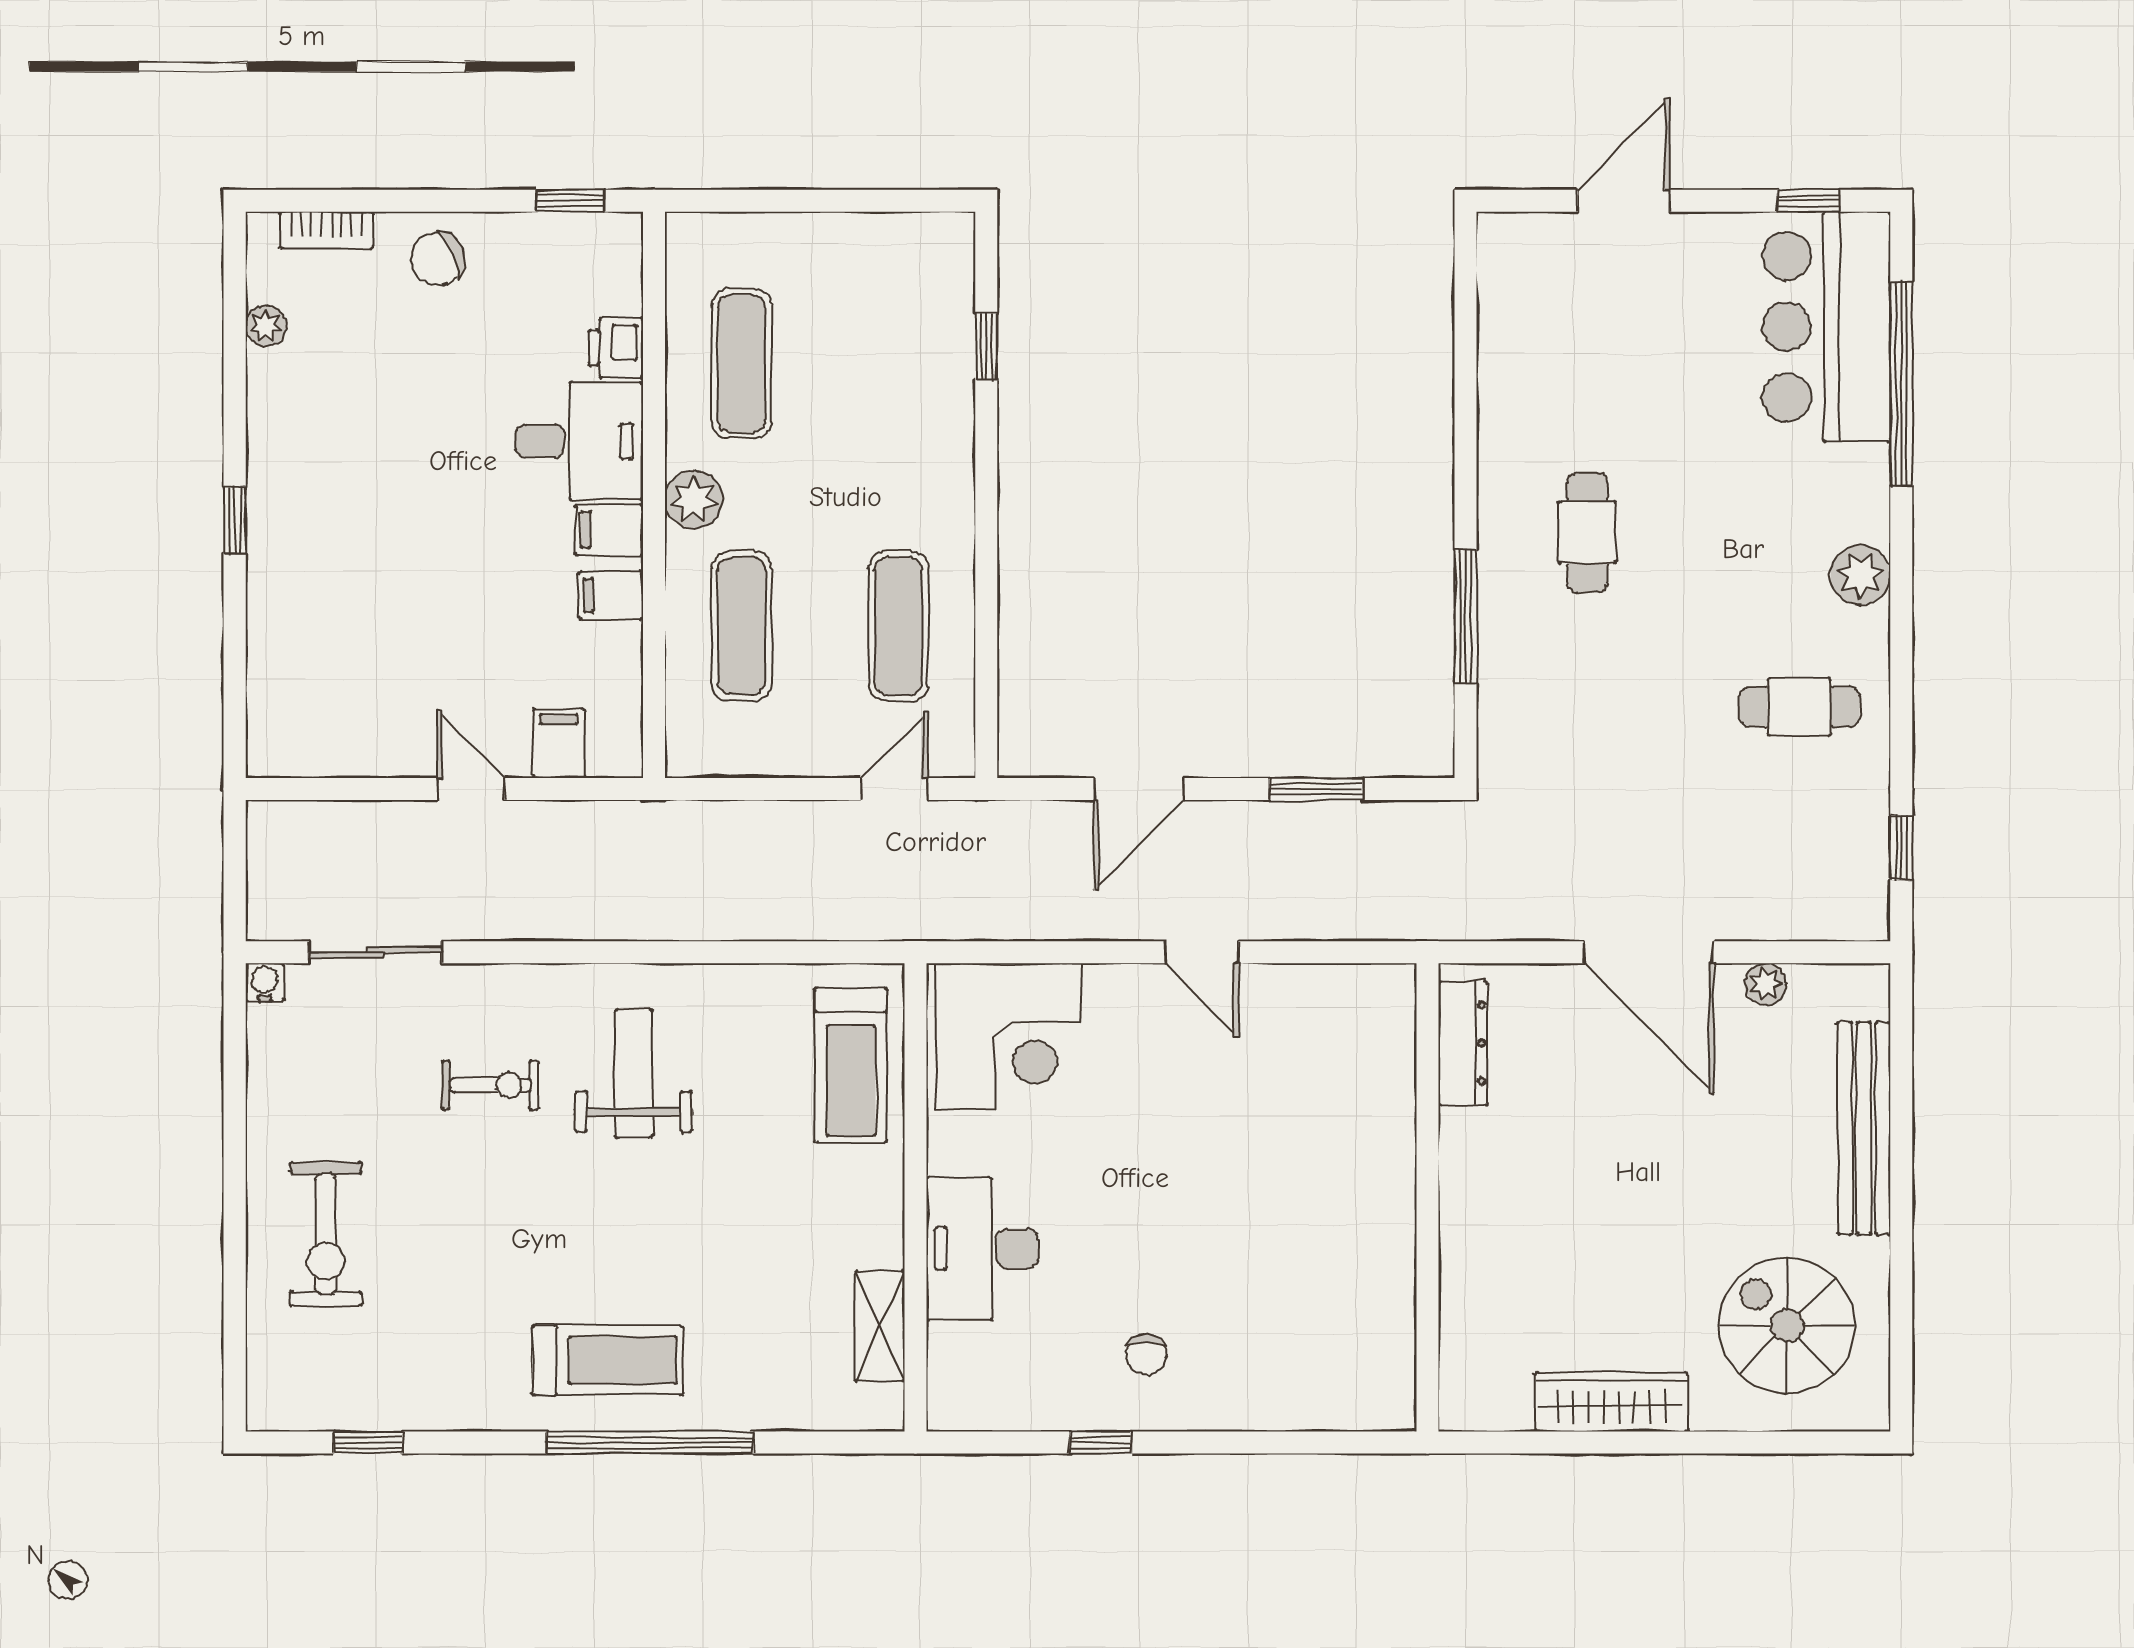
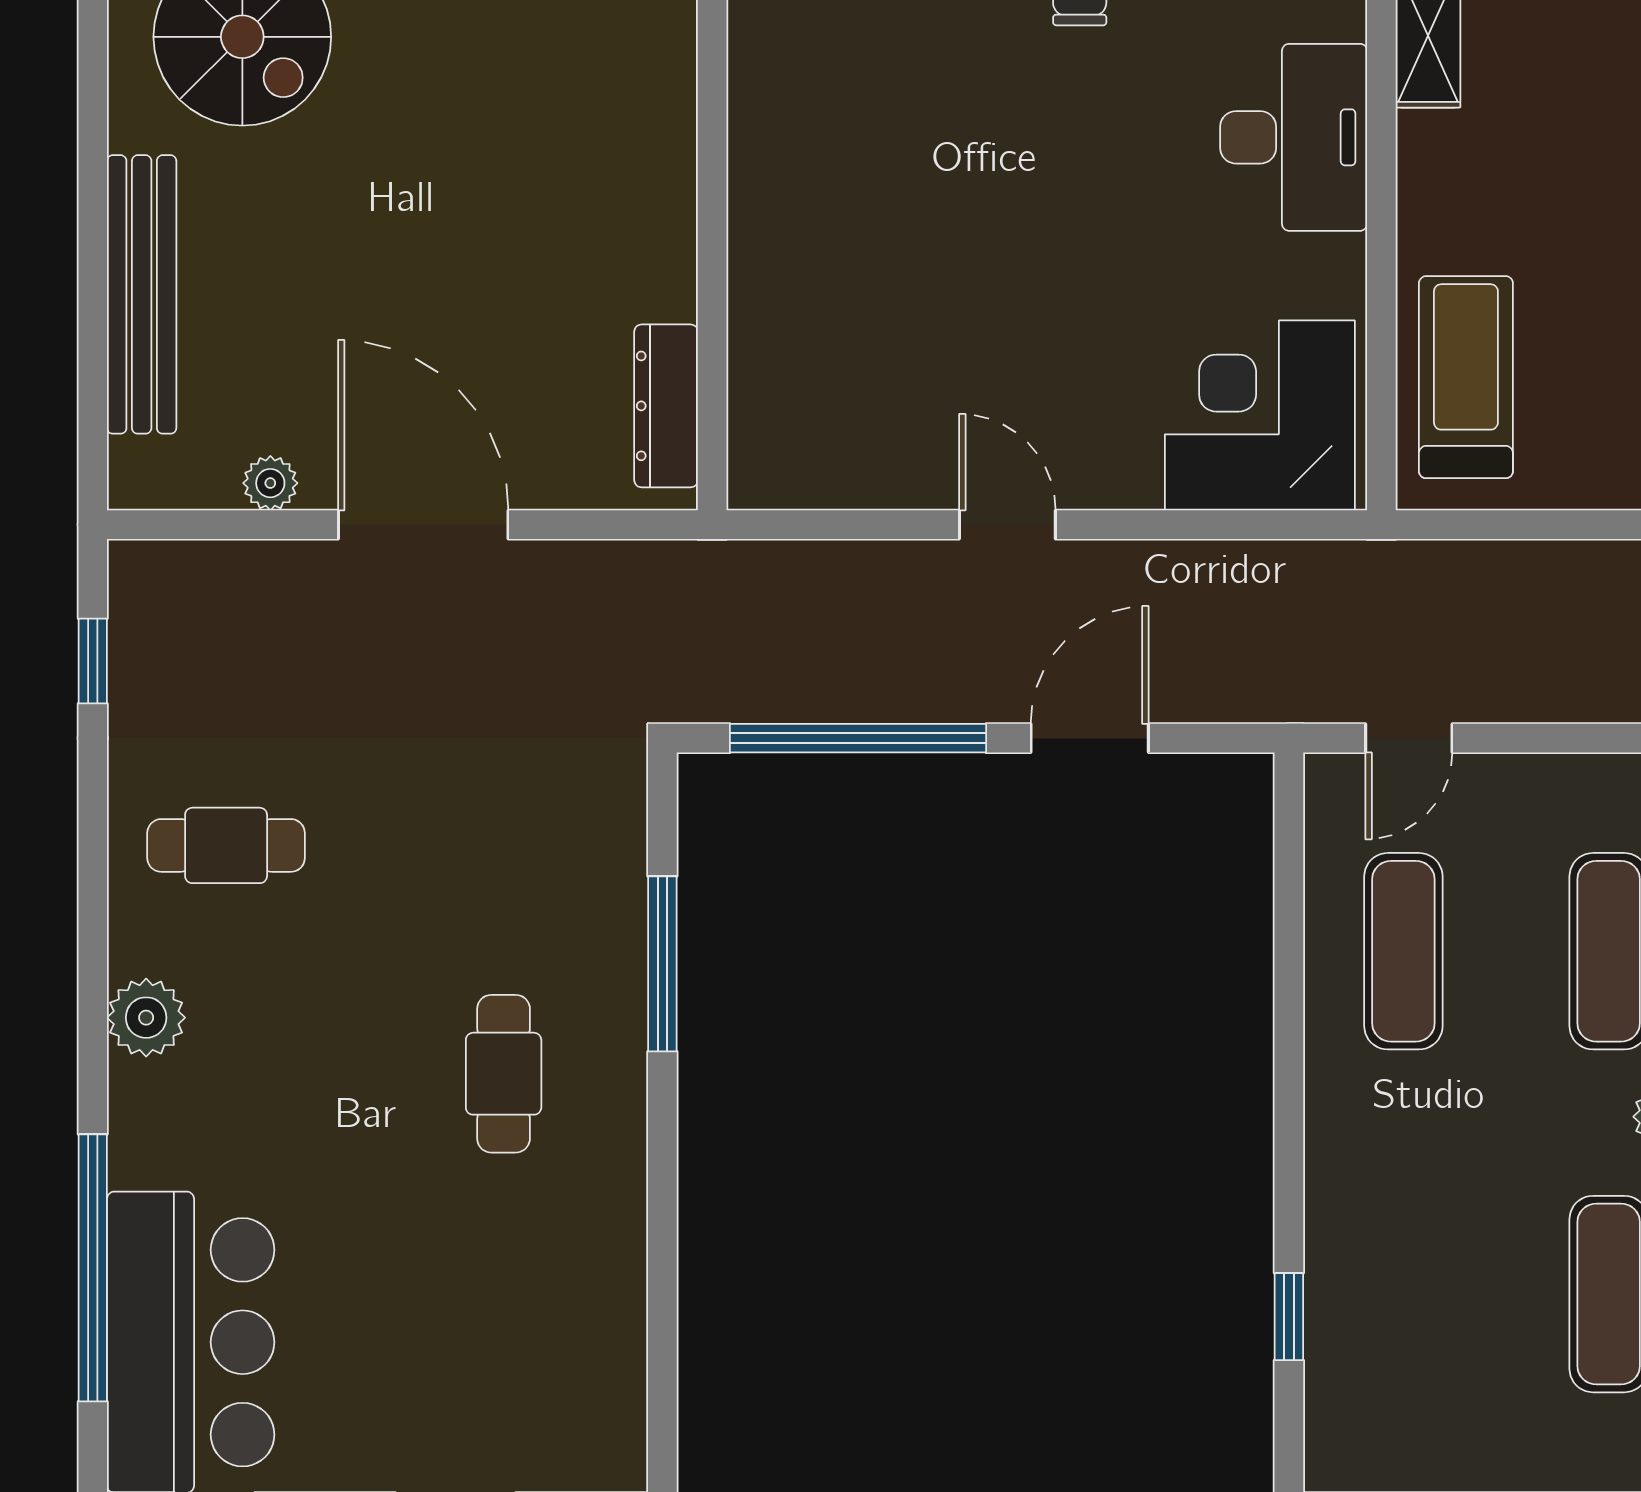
window: (1316, 789) -> (858, 738), width x2.11

